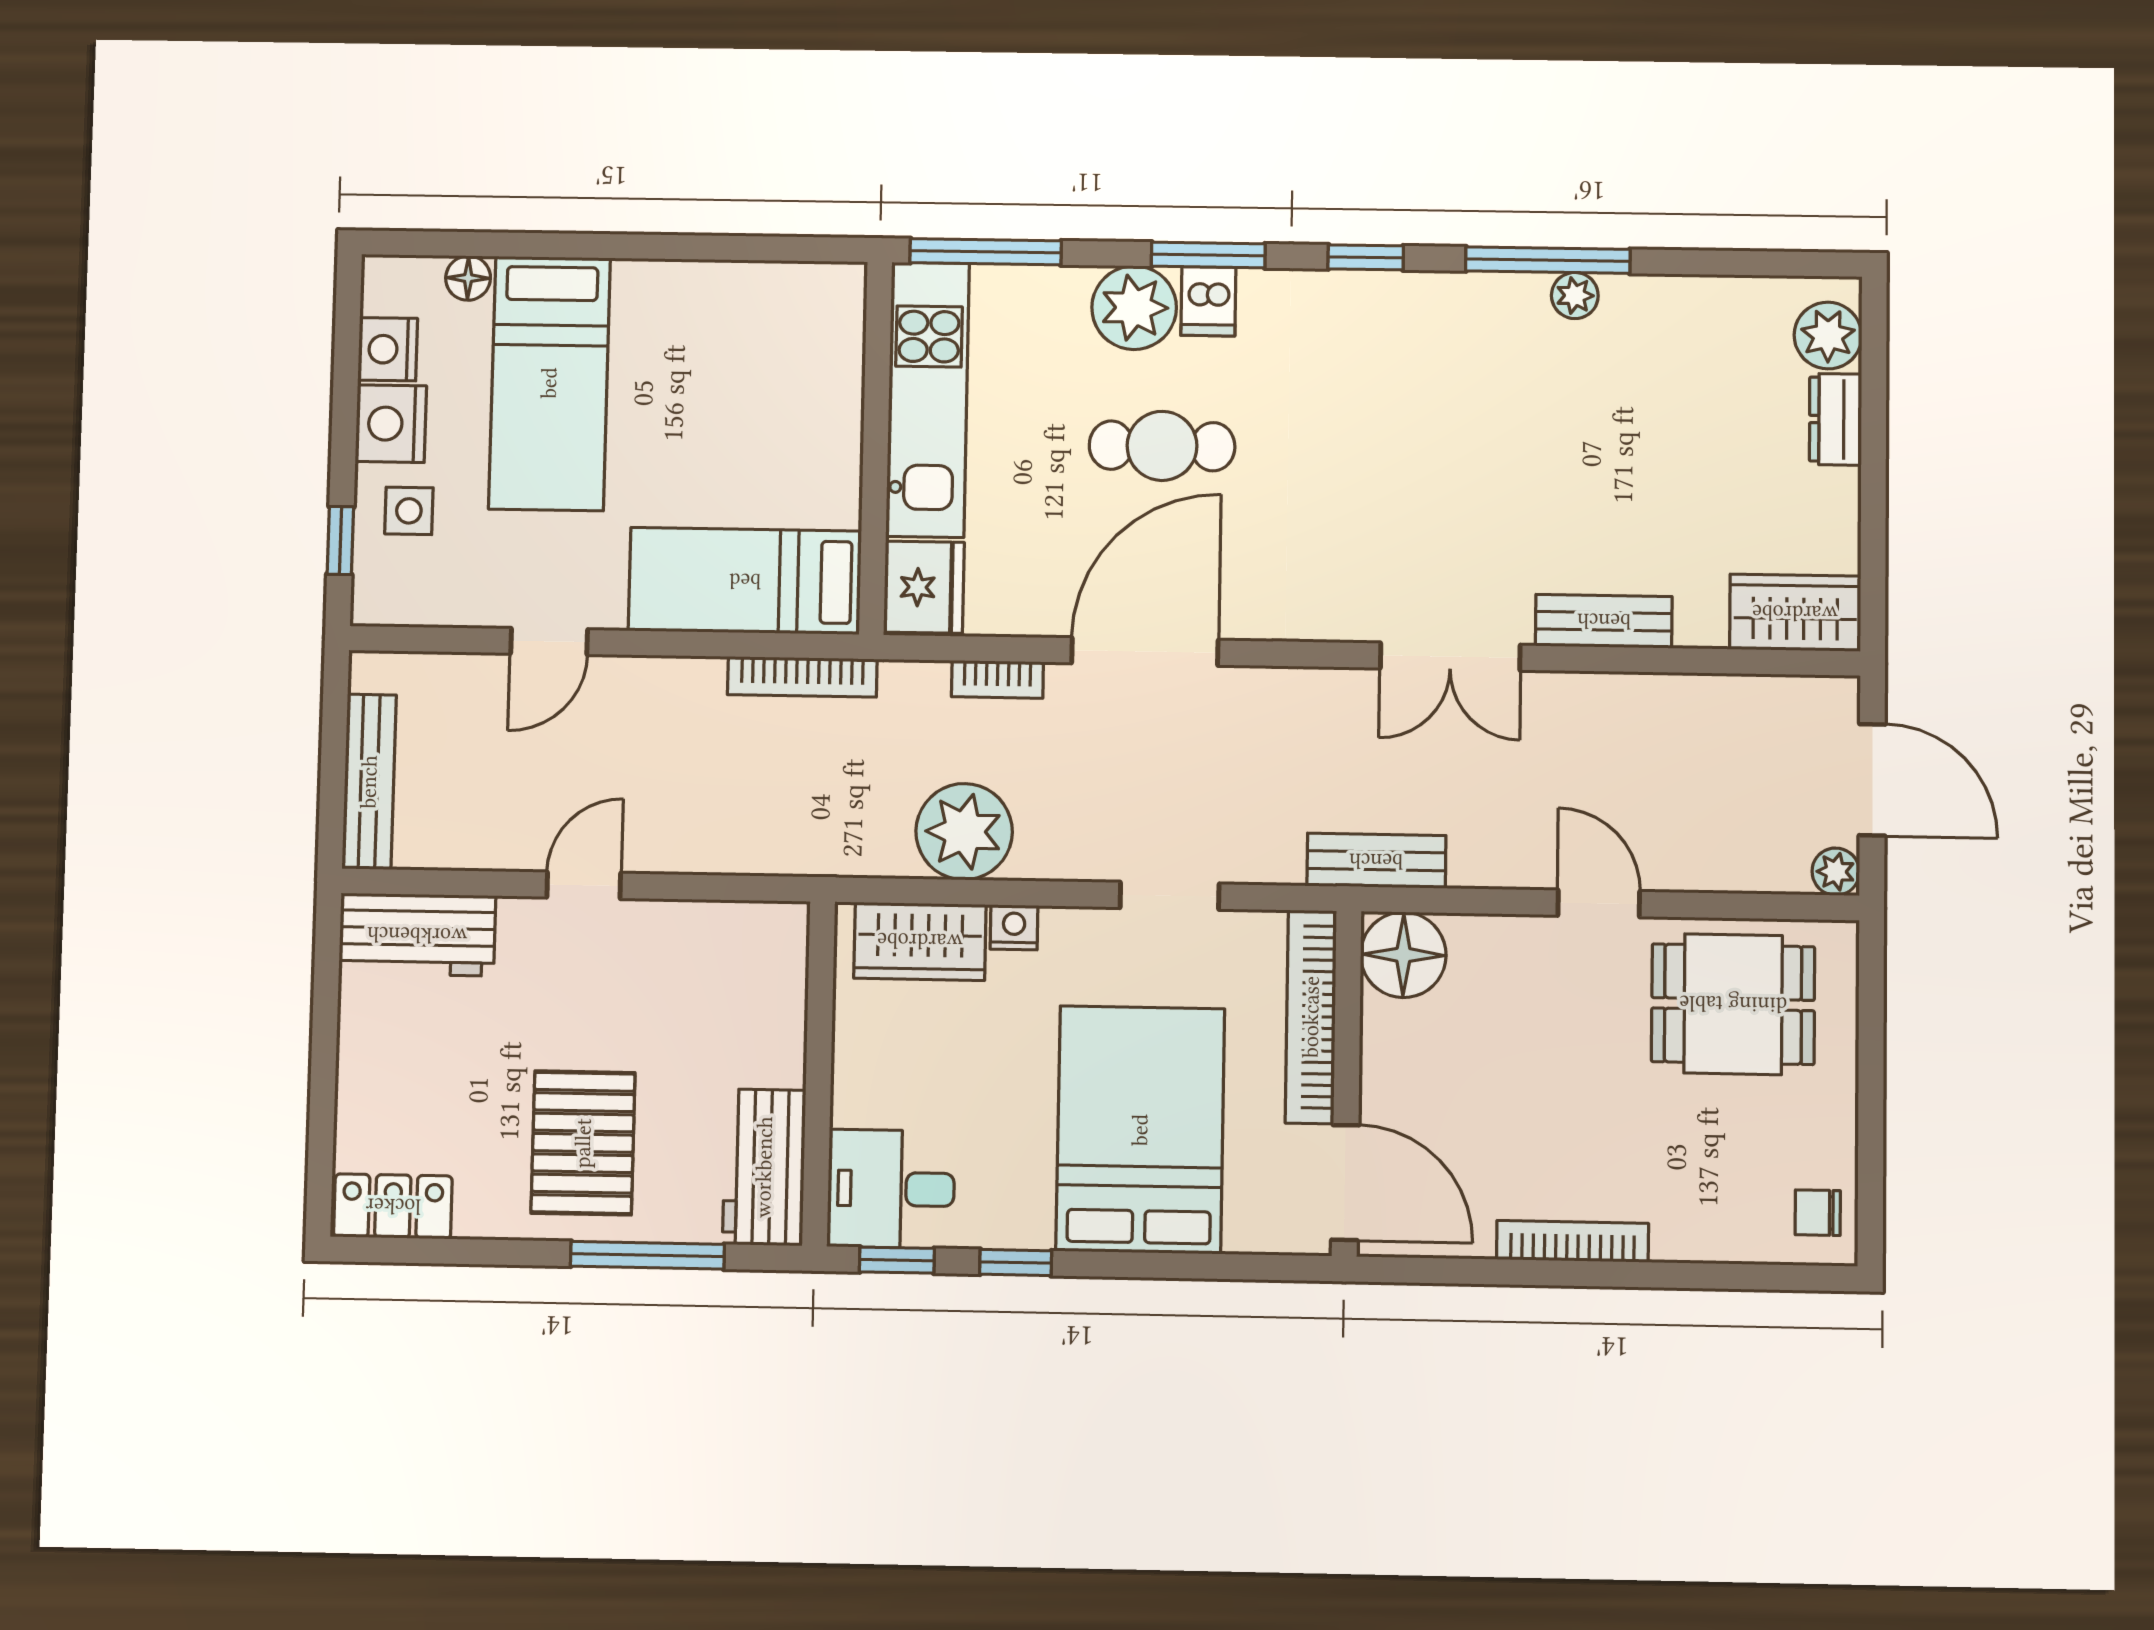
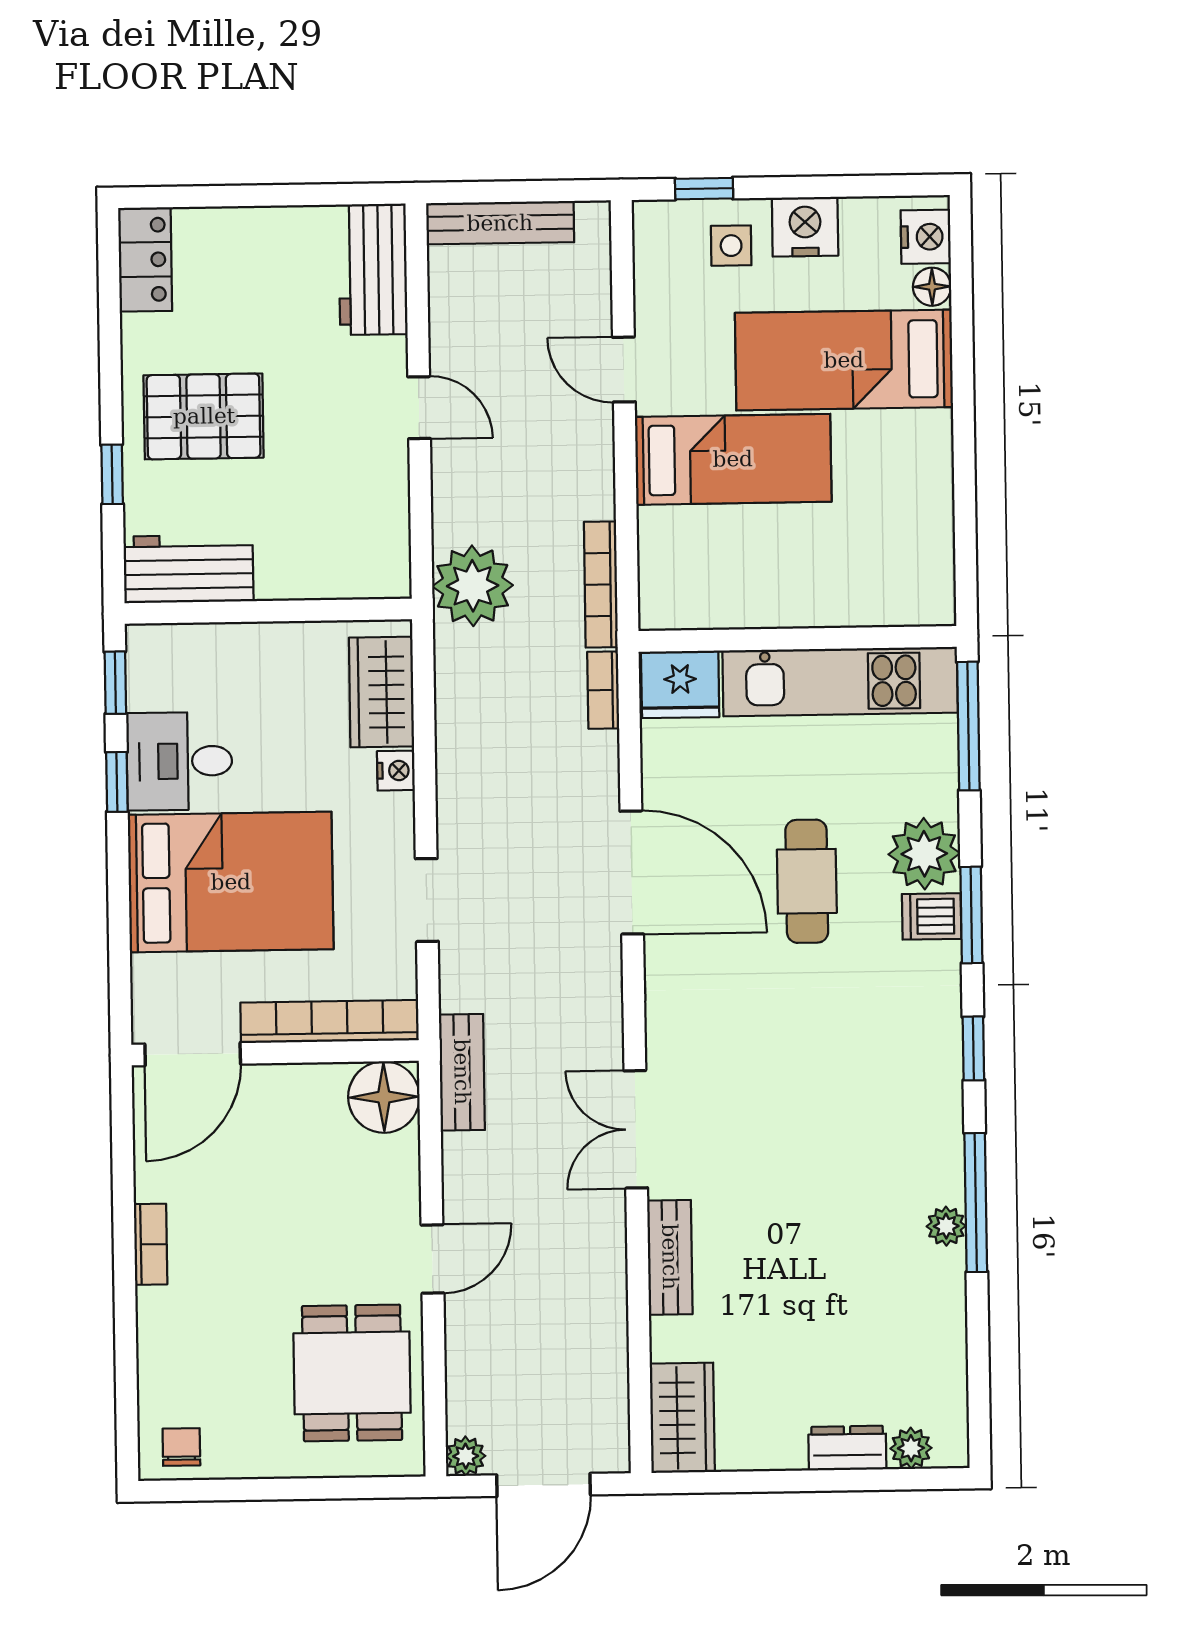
plant: (1828, 336) -> (911, 1448), width x0.73, depth x0.73
nightstand: (388, 349) -> (926, 237), moved, turned 90
bed: (745, 581) -> (733, 459), moved, turned 90
bookcase: (997, 679) -> (603, 690), moved
plant: (964, 832) -> (473, 586), moved
desk: (891, 1189) -> (179, 761), moved, turned -90
bookcase: (1573, 1241) -> (151, 1244), width x0.64
window: (647, 1255) -> (112, 474), width x0.46

